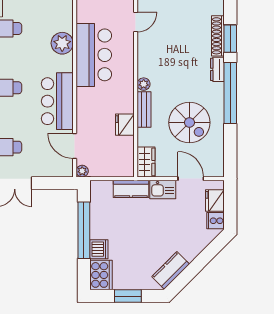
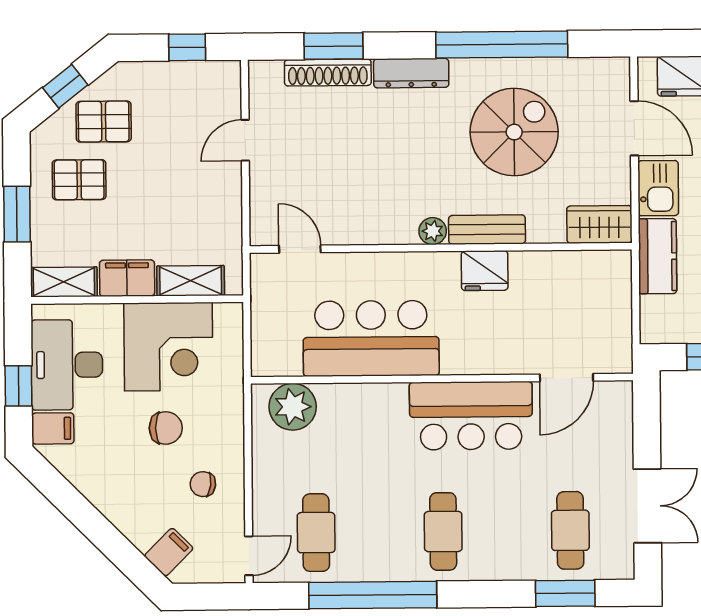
plant: (62, 43) -> (293, 407), moved
dresser: (217, 69) -> (411, 73), width x1.44
window: (230, 93) -> (502, 45), moved
fridge: (125, 125) -> (485, 271), moved
plant: (82, 171) -> (620, 361), removed
door: (191, 179) -> (634, 128), swing flipped

